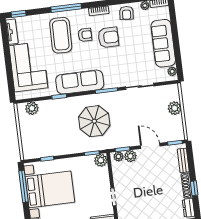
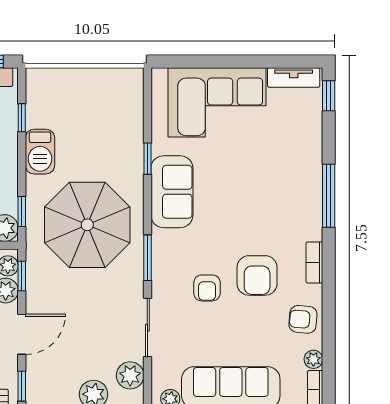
coffee table: (61, 35) -> (274, 178), removed
armchair: (85, 35) -> (207, 288), moved
sofa: (80, 82) -> (172, 192), width x0.73
plant: (32, 108) -> (130, 375), moved
parasol: (94, 121) -> (87, 225), width x1.36, depth x1.36
barbecue: (62, 148) -> (40, 152), added

